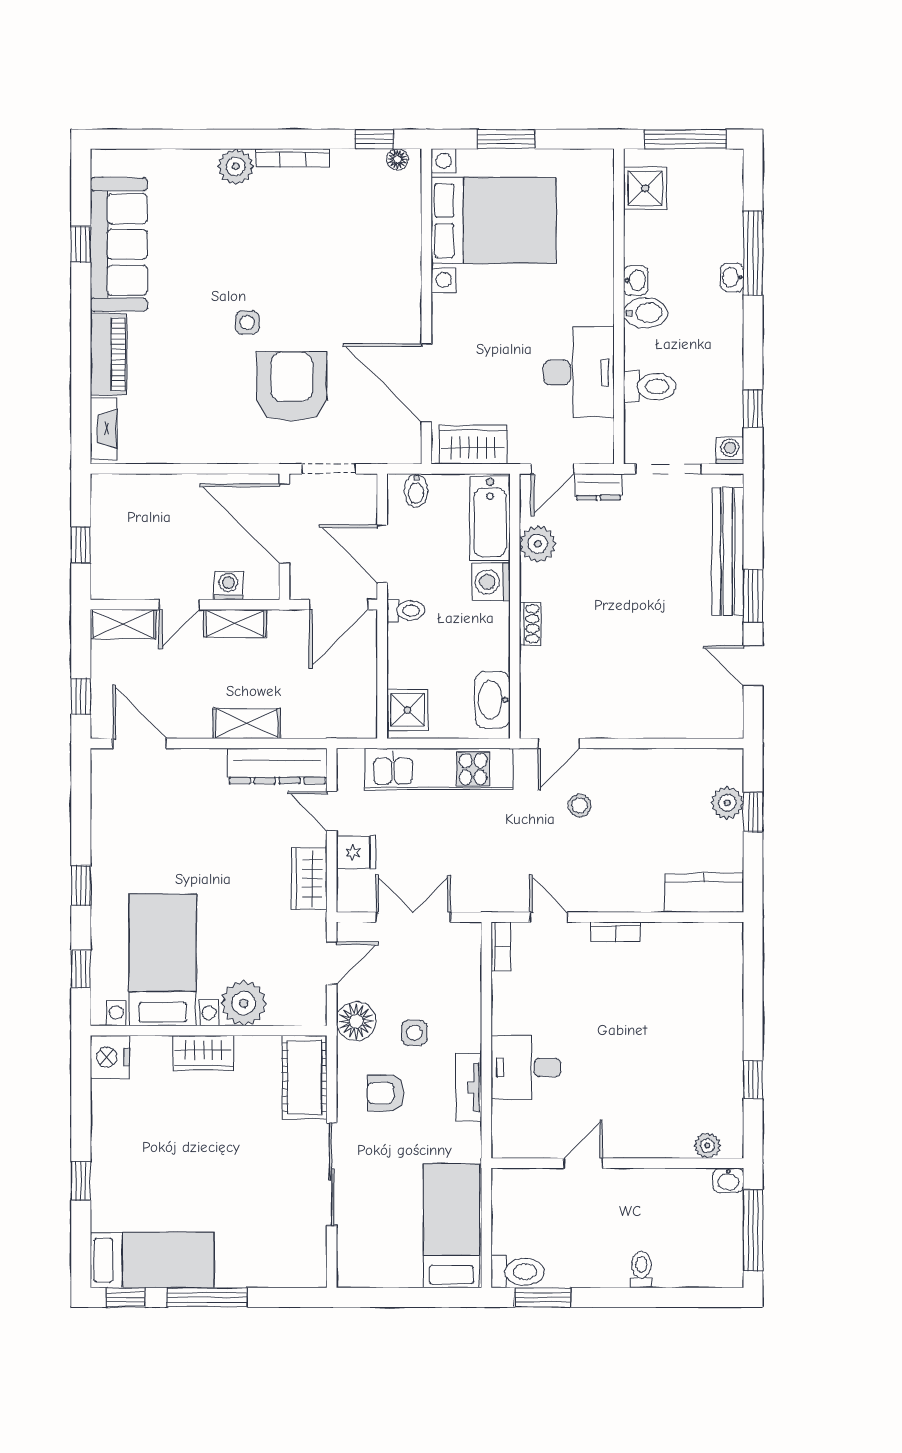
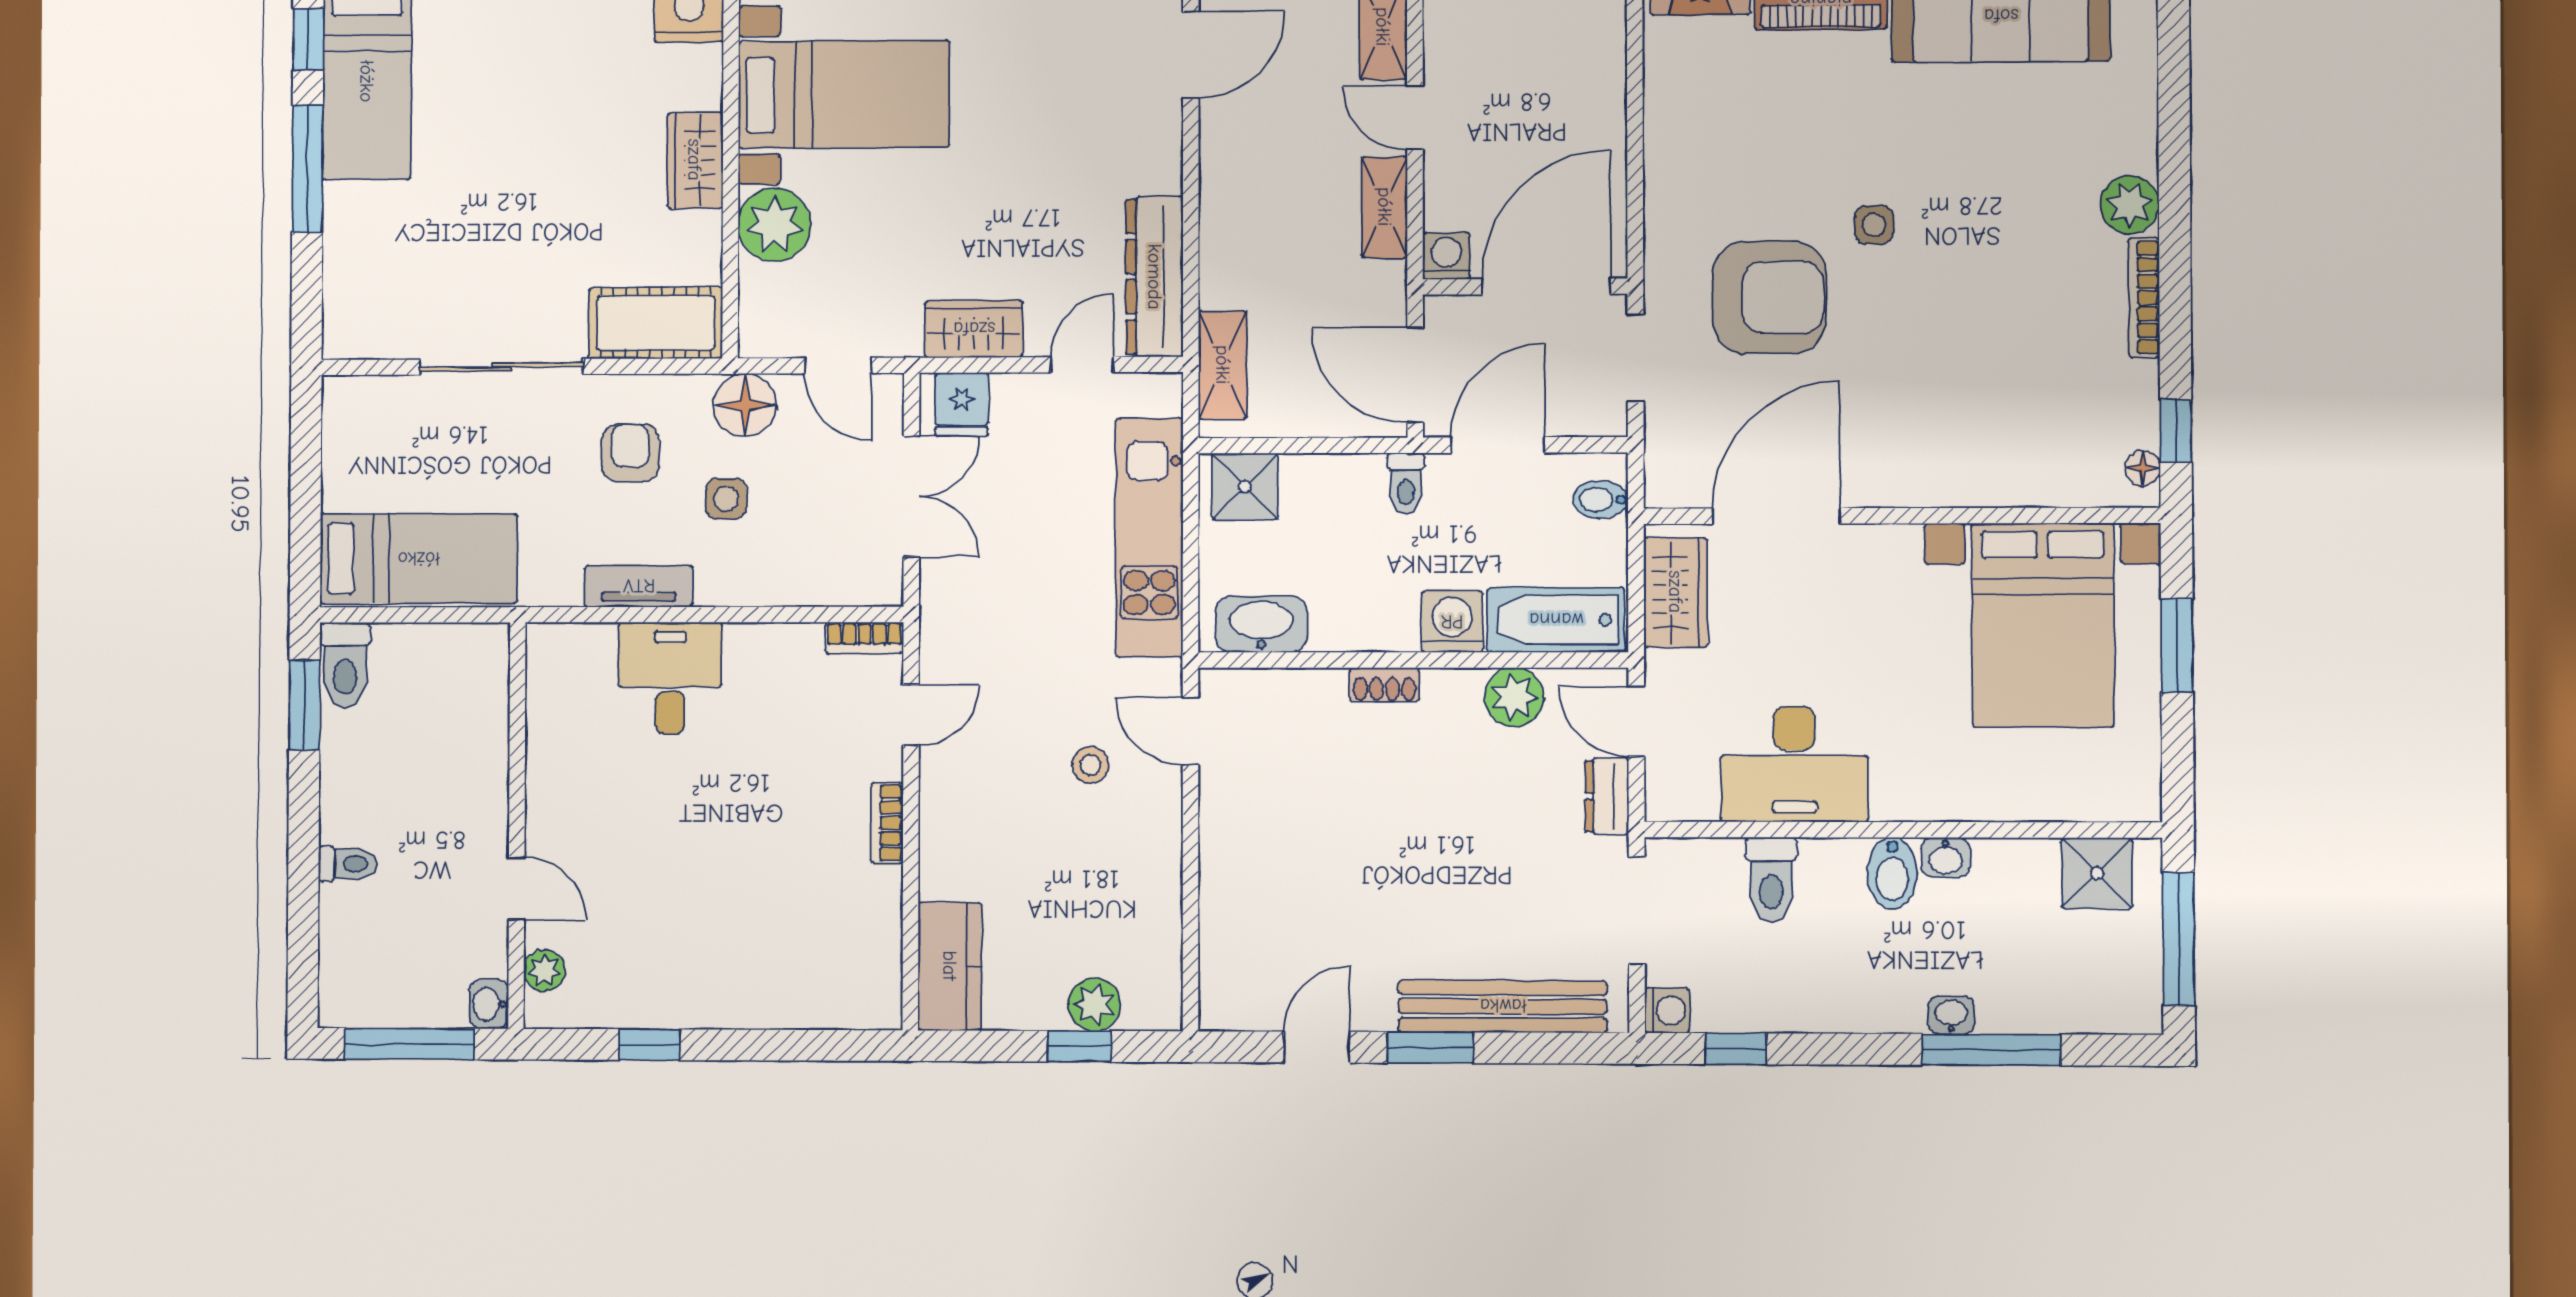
washing machine: (228, 585) -> (1446, 256), moved, turned -90
shelving: (247, 724) -> (1223, 365), moved
fridge: (356, 852) -> (962, 404), moved
door: (583, 1163) -> (517, 889), moved

